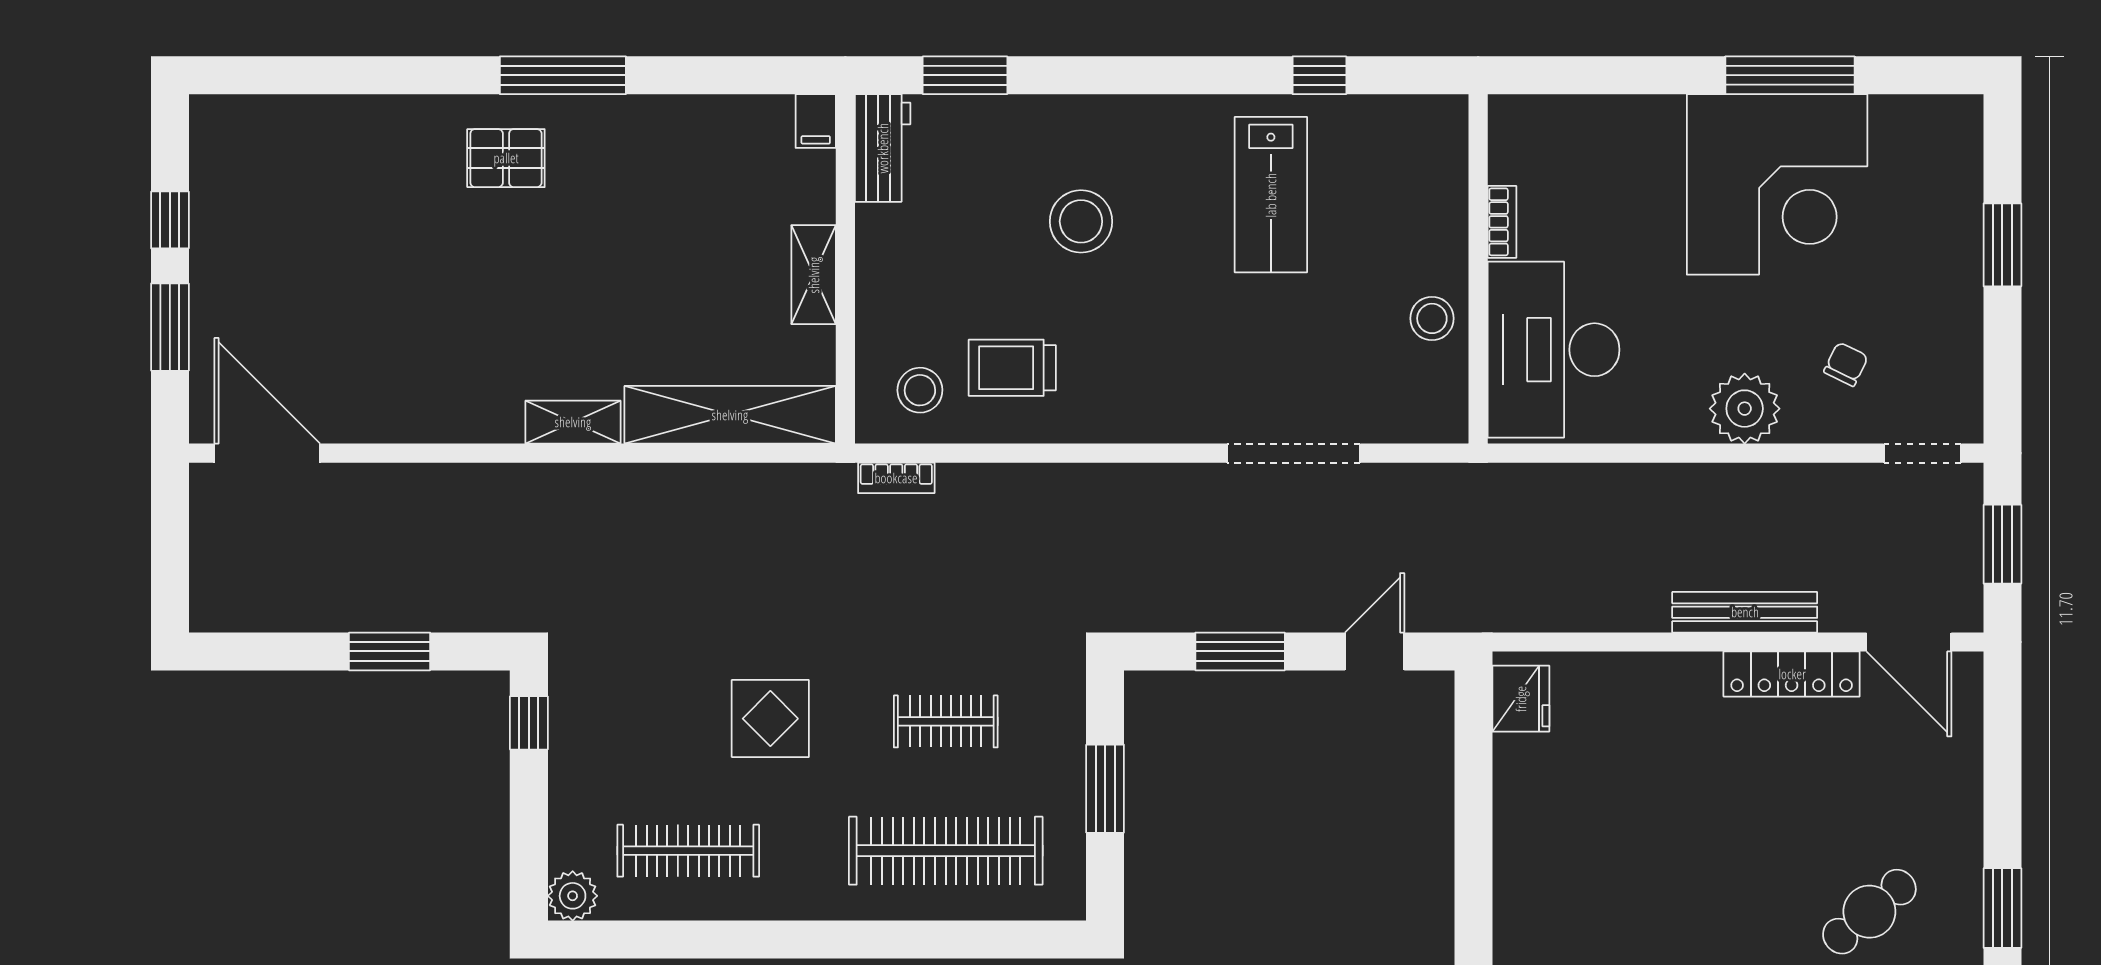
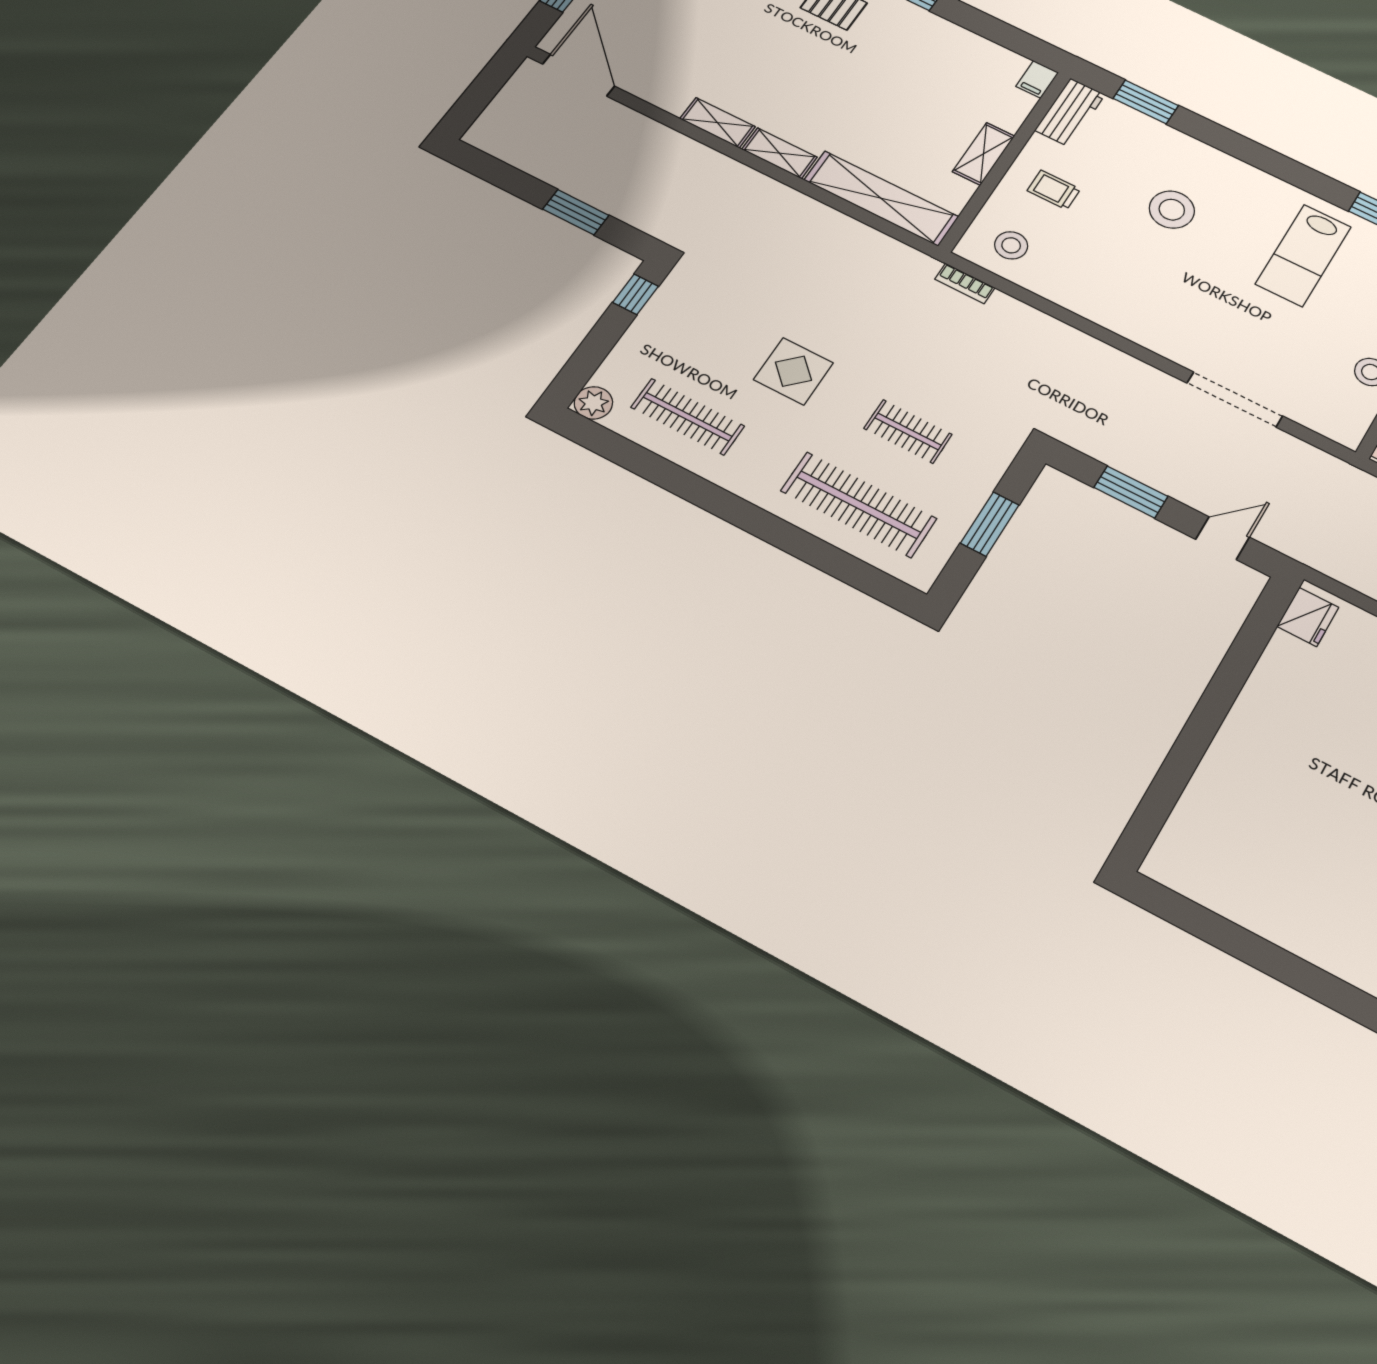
trolley: (1012, 368) -> (1054, 190), moved, width x0.73, depth x0.72
shelving: (474, 422) -> (718, 123), added

